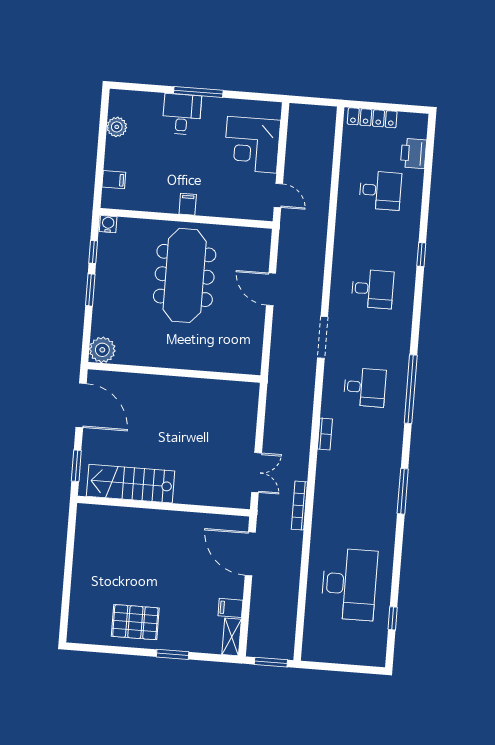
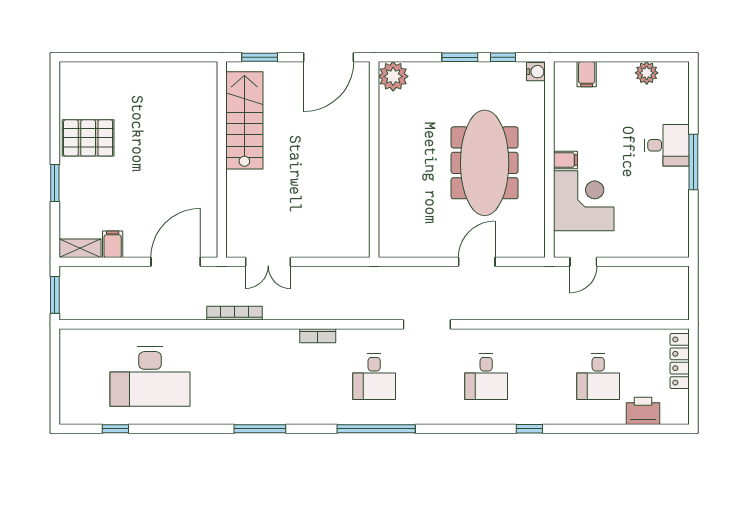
corner desk: (252, 145) -> (584, 201), moved, turned 90
meeting table: (185, 275) -> (485, 163), turned 90
pallet: (135, 622) -> (88, 138), turned 90

